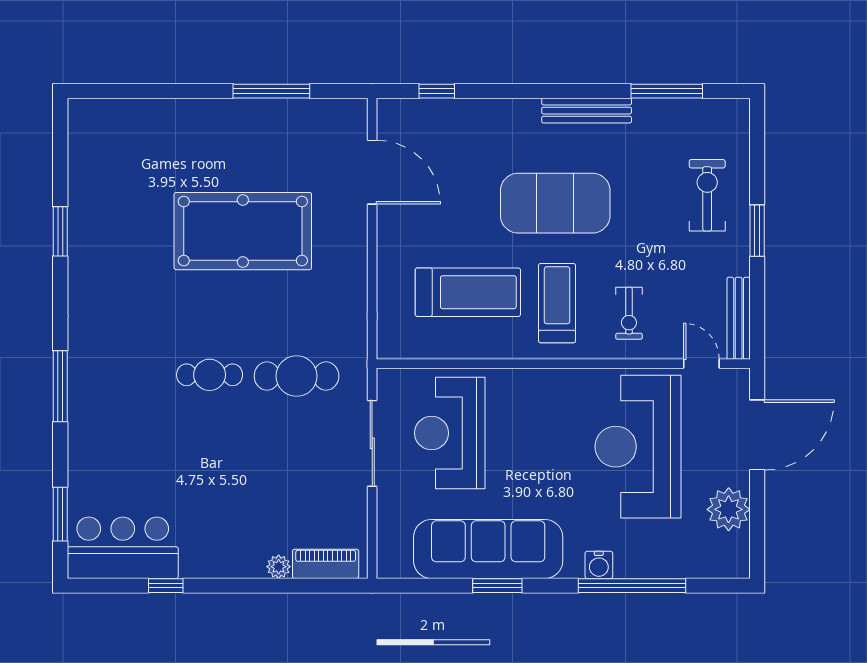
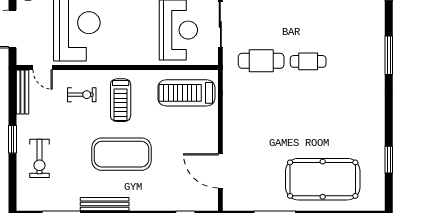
window: (60, 231) -> (389, 160), moved
pool table: (243, 231) -> (323, 179), moved
treadmill: (468, 292) -> (186, 93), moved
exercise bike: (629, 313) -> (82, 95), turned 90

